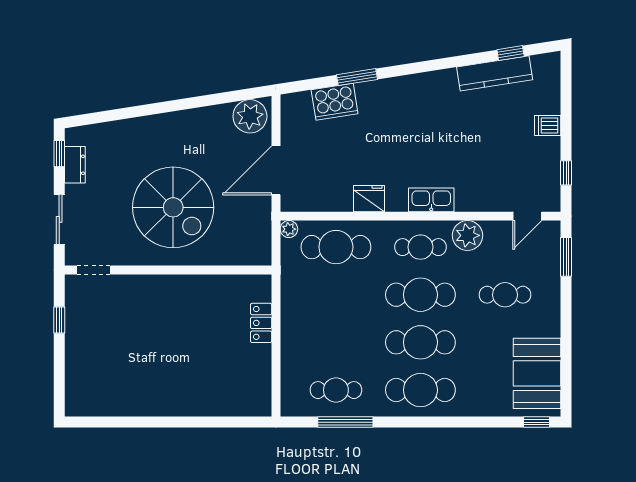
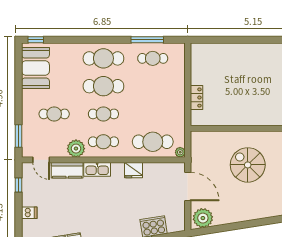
door: (276, 170) -> (188, 187), hinge flipped
kitchen counter: (483, 198) -> (67, 170), added
spiral stairs: (173, 207) -> (248, 165), width x0.73, depth x0.73
door: (527, 216) -> (41, 160), swing flipped
cafe table: (420, 295) -> (103, 114), width x0.73, depth x0.74

